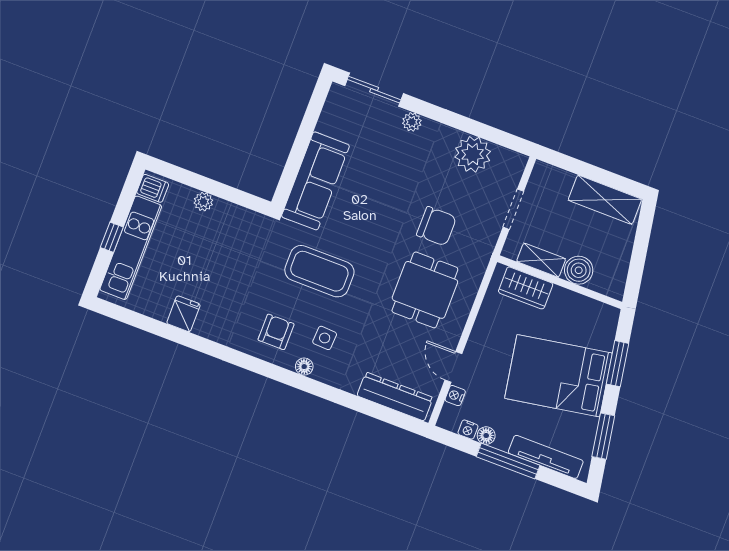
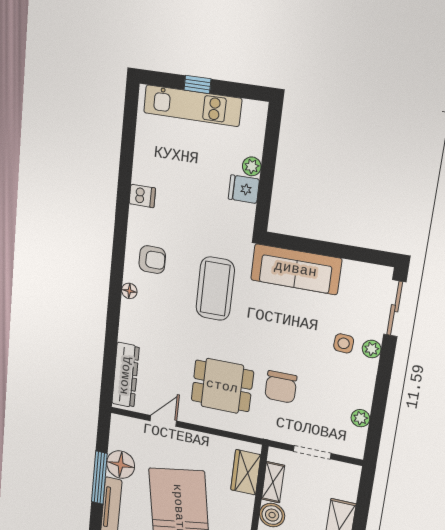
plant: (473, 154) -> (360, 418), width x0.53, depth x0.53
dishwasher: (153, 188) -> (142, 196), moved, turned -90
fridge: (183, 314) -> (244, 189), moved, turned 180
side table: (325, 338) -> (344, 343), moved
nightstand: (455, 396) -> (140, 426), removed
nightstand: (468, 430) -> (115, 441), removed
floor lamp: (486, 436) -> (121, 465), width x1.89, depth x1.89

